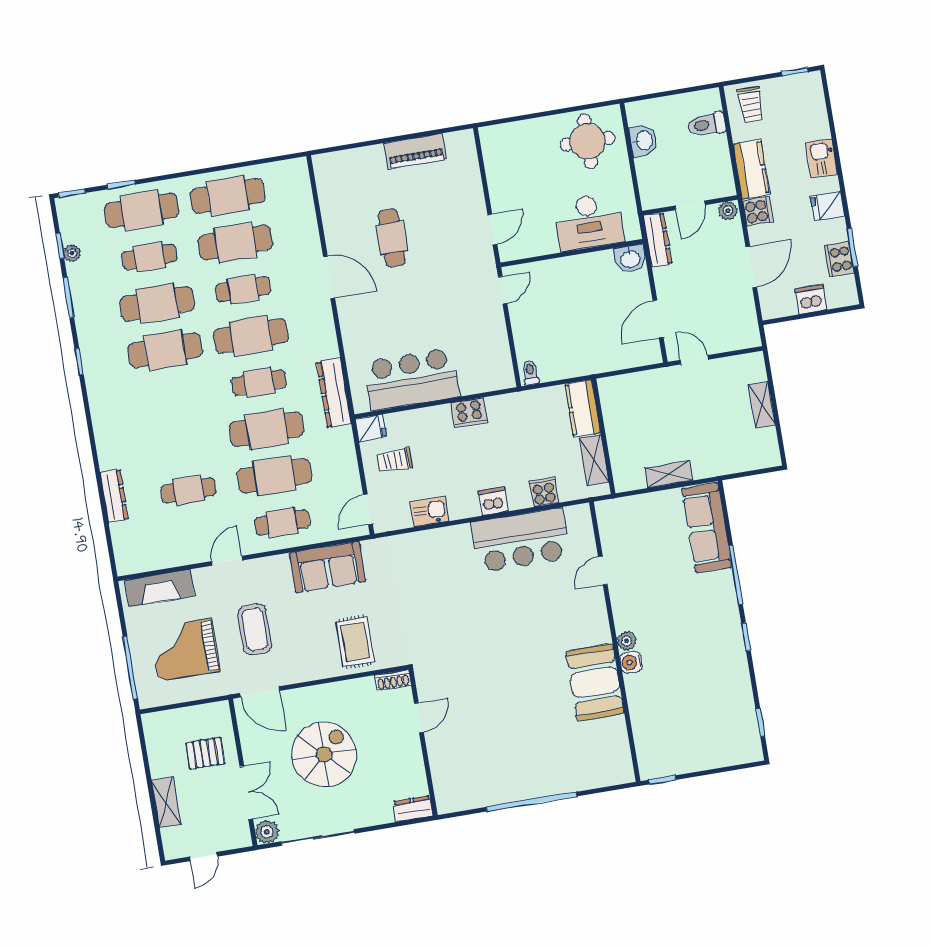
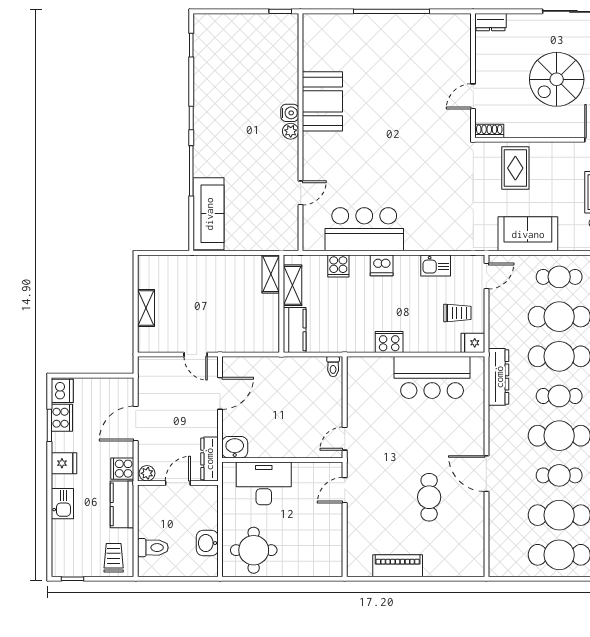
dishwasher: (811, 299) -> (62, 391), moved, turned -90
shelving: (669, 474) -> (271, 274), moved, turned 90

